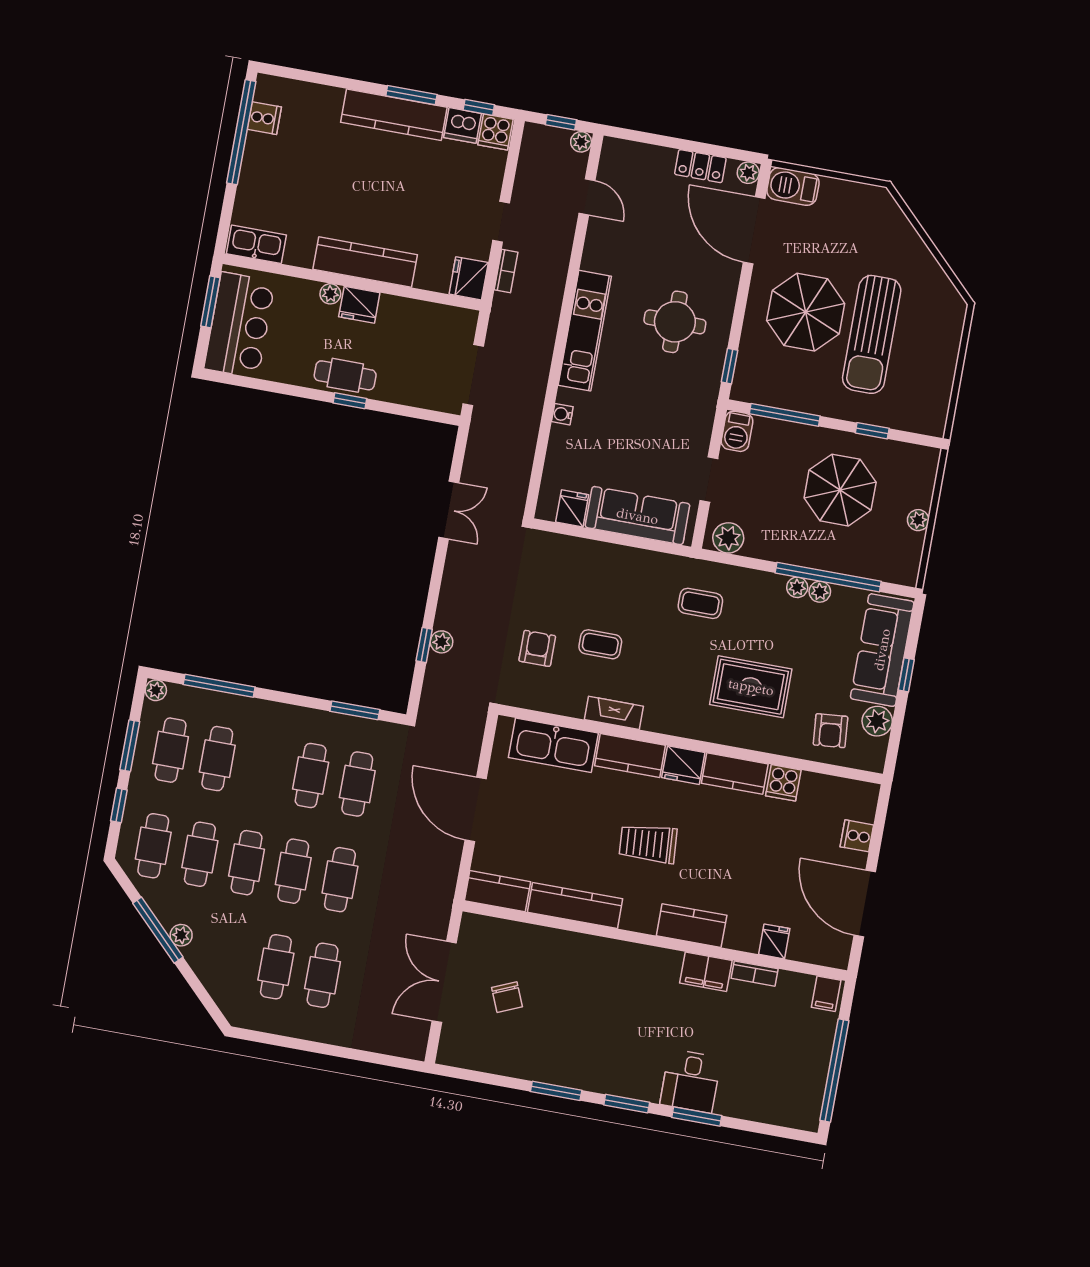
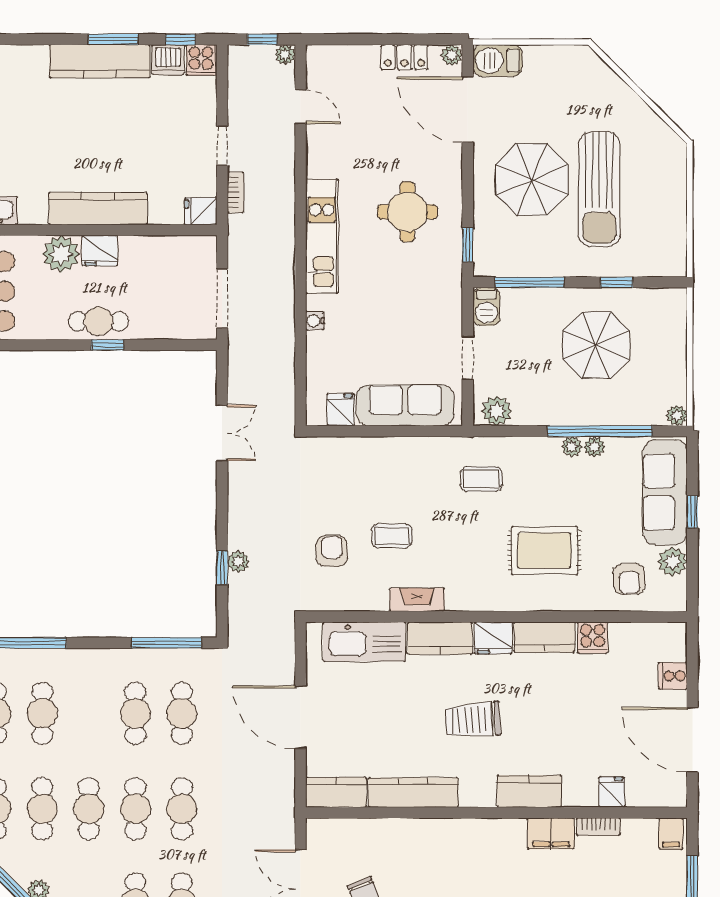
fridge: (469, 278) -> (201, 211), width x0.72
plant: (330, 294) -> (61, 254), width x1.87, depth x1.87
plant: (918, 520) -> (677, 416), moved
window: (355, 710) -> (167, 643), width x1.44

